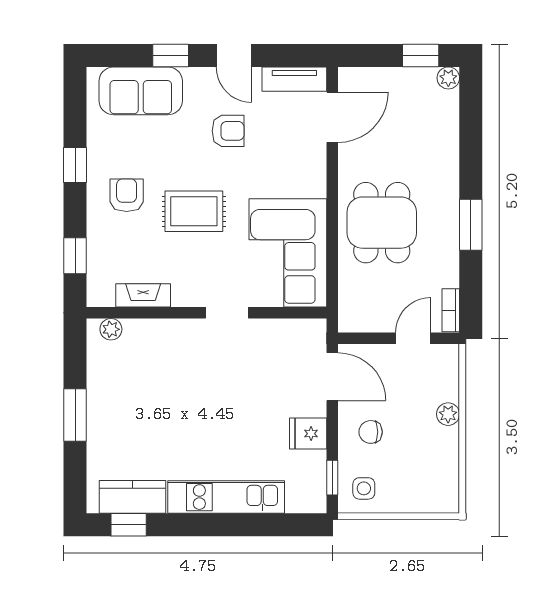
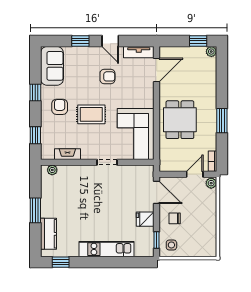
sofa: (141, 91) -> (52, 66), moved, turned -90
plant: (448, 414) -> (211, 183), moved
kitchen counter: (133, 497) -> (48, 234), moved, turned 90

